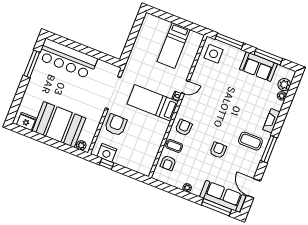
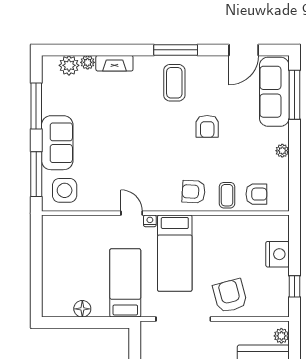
floor lamp: (142, 37) -> (82, 309), added
bed: (174, 46) -> (125, 283), moved, turned -90
sofa: (258, 67) -> (57, 143), moved
fireplace: (271, 121) -> (114, 63), moved
armchair: (116, 125) -> (230, 296), turned 75
armchair: (218, 150) -> (207, 126), turned -90
nightstand: (107, 153) -> (277, 254), moved

